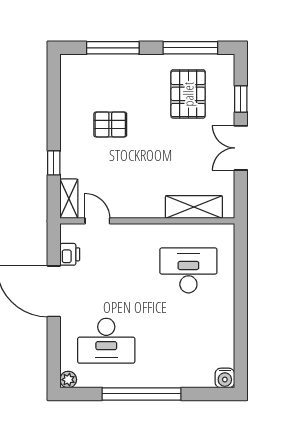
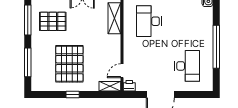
pallet: (110, 124) -> (69, 64), width x2.05, depth x2.00
window: (54, 163) -> (73, 94), moved
printer: (70, 254) -> (129, 86), moved
plant: (68, 380) -> (208, 87), removed

